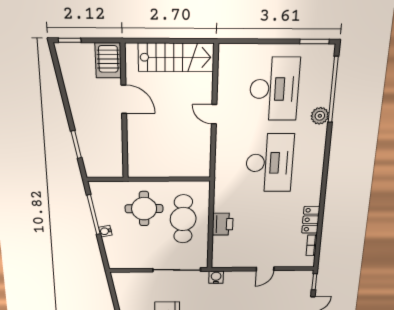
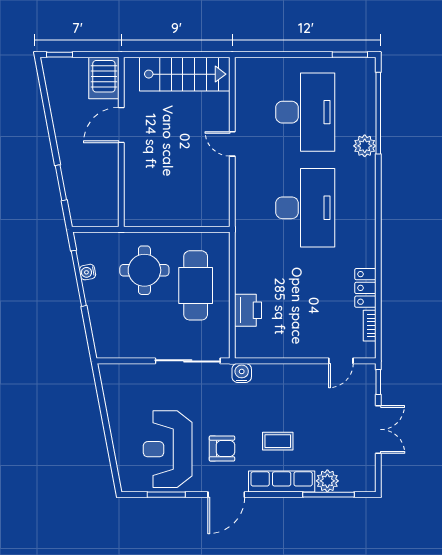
door: (124, 99) -> (121, 125), swing flipped
printer: (223, 224) -> (248, 310), moved
water cooler: (105, 231) -> (88, 272), moved
door: (265, 269) -> (341, 361), moved

